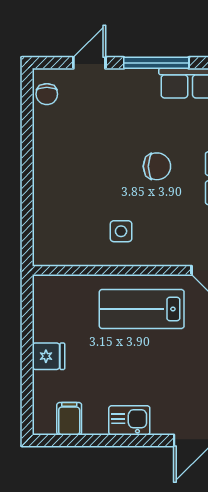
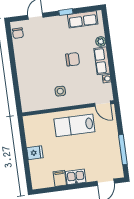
window: (156, 63) -> (66, 12), width x0.46
filing cabinet: (69, 419) -> (60, 178), moved

